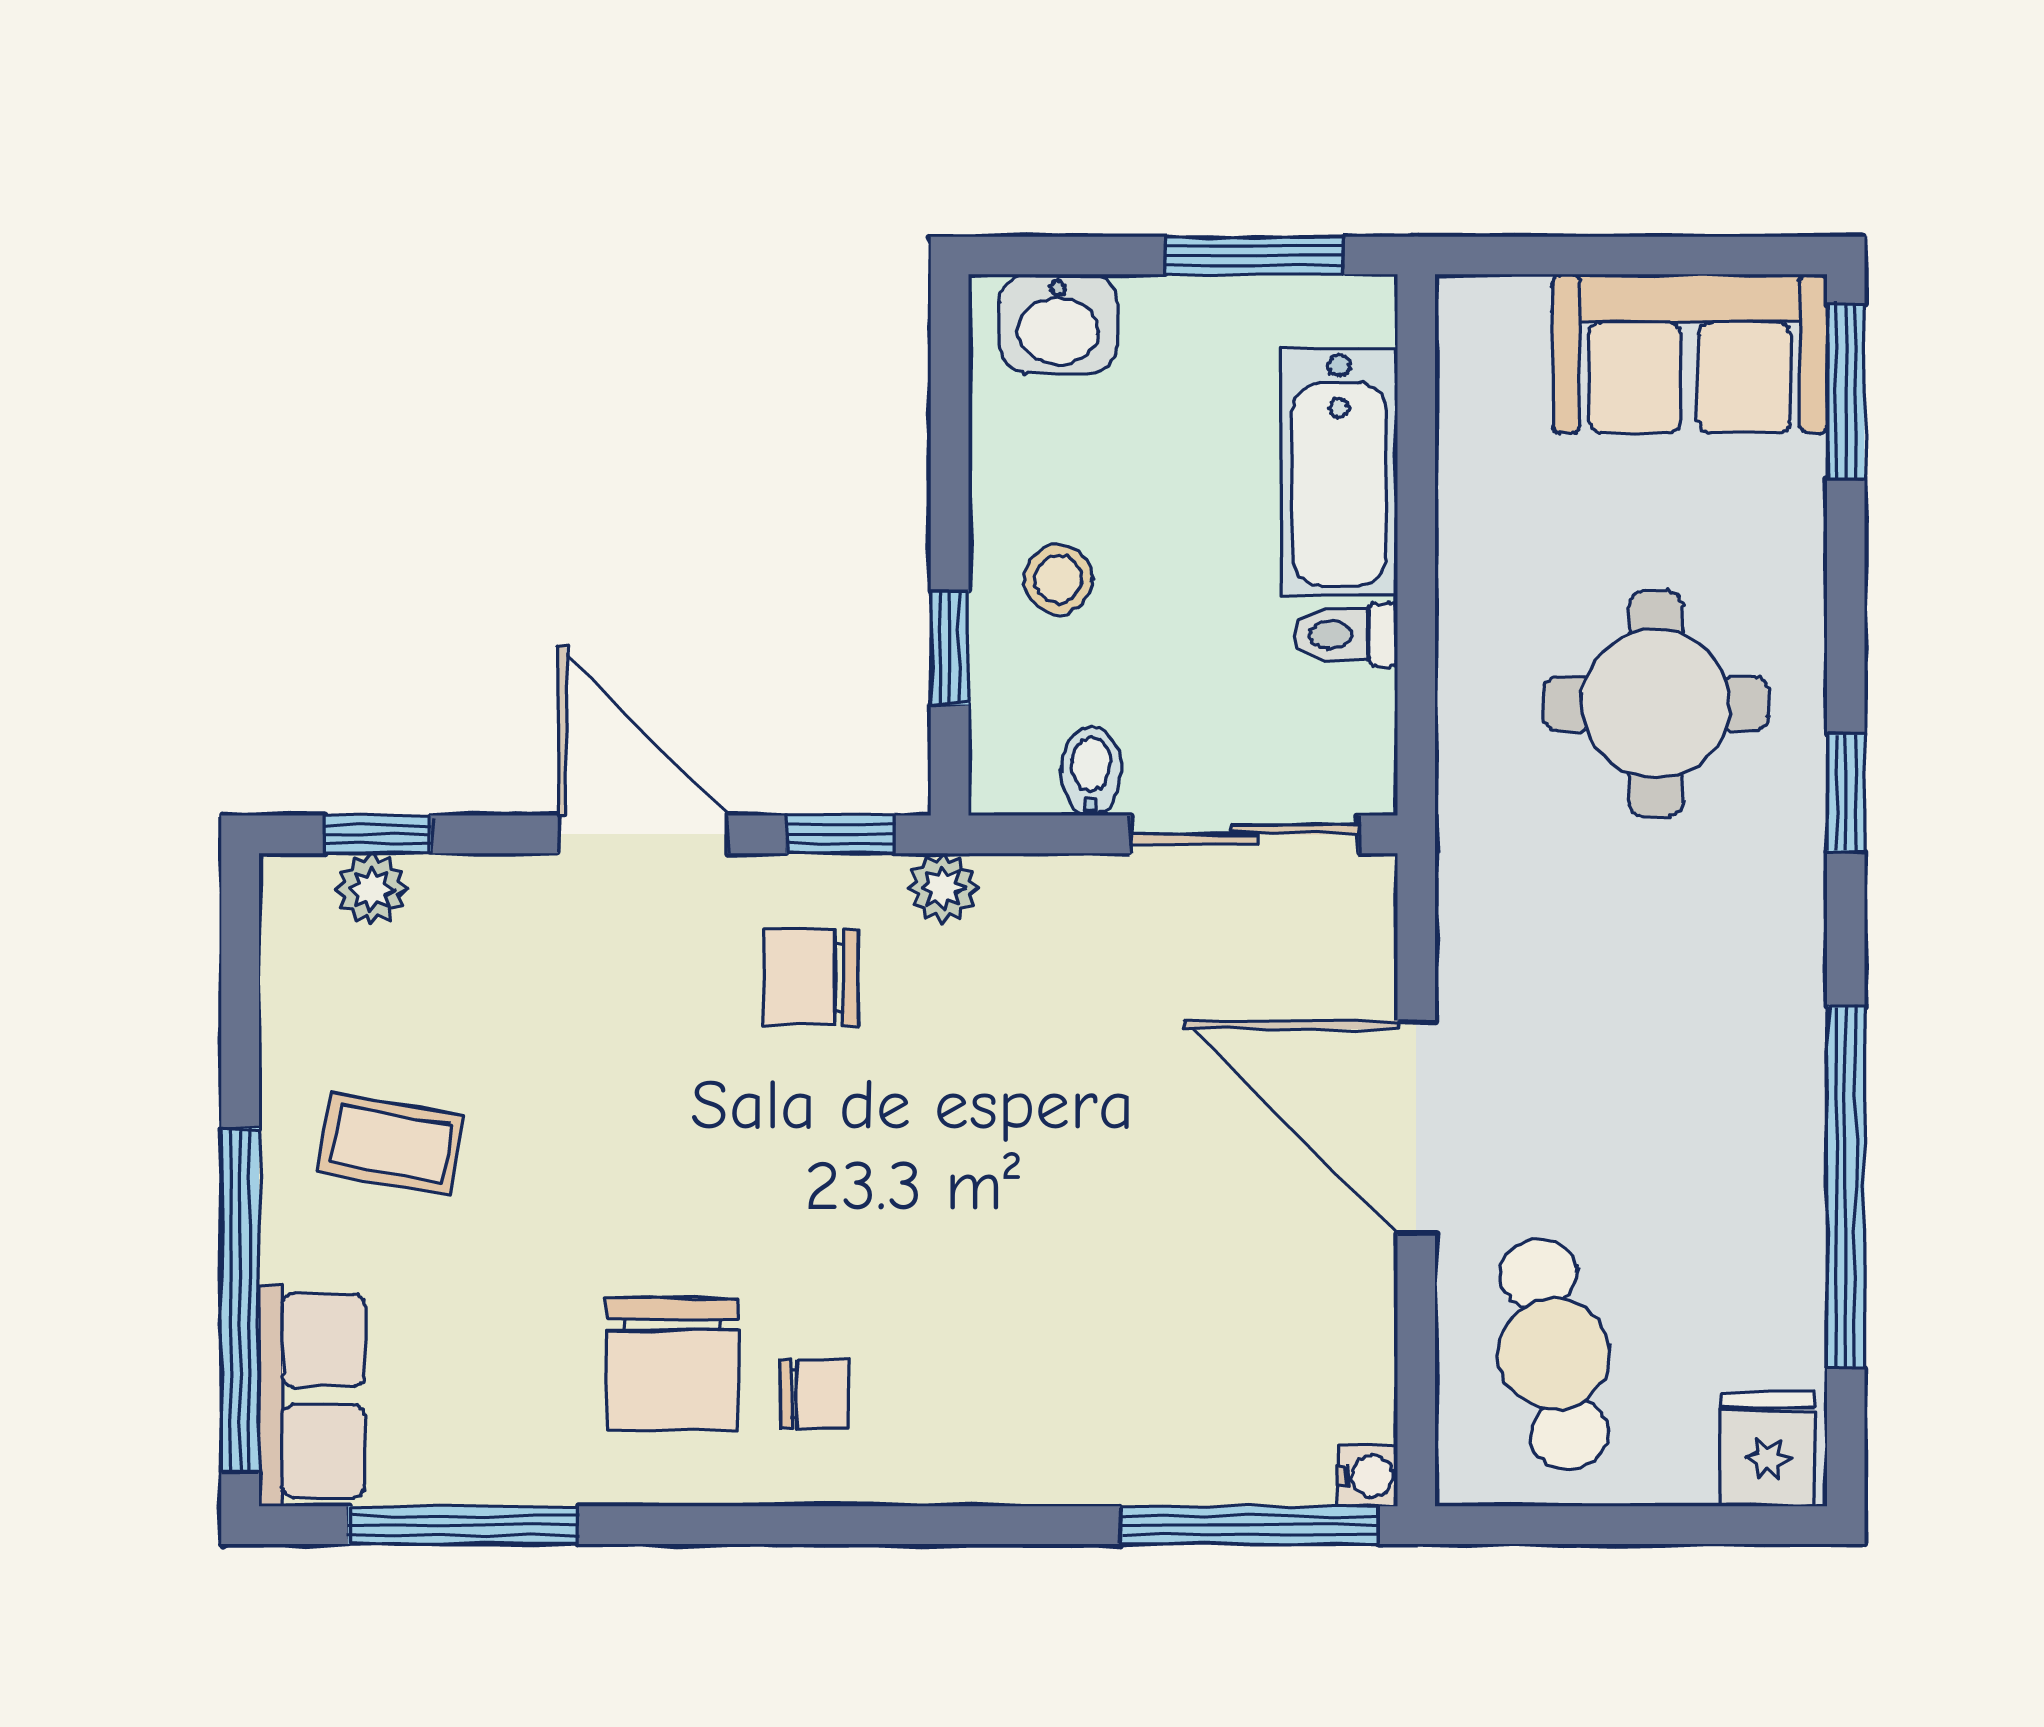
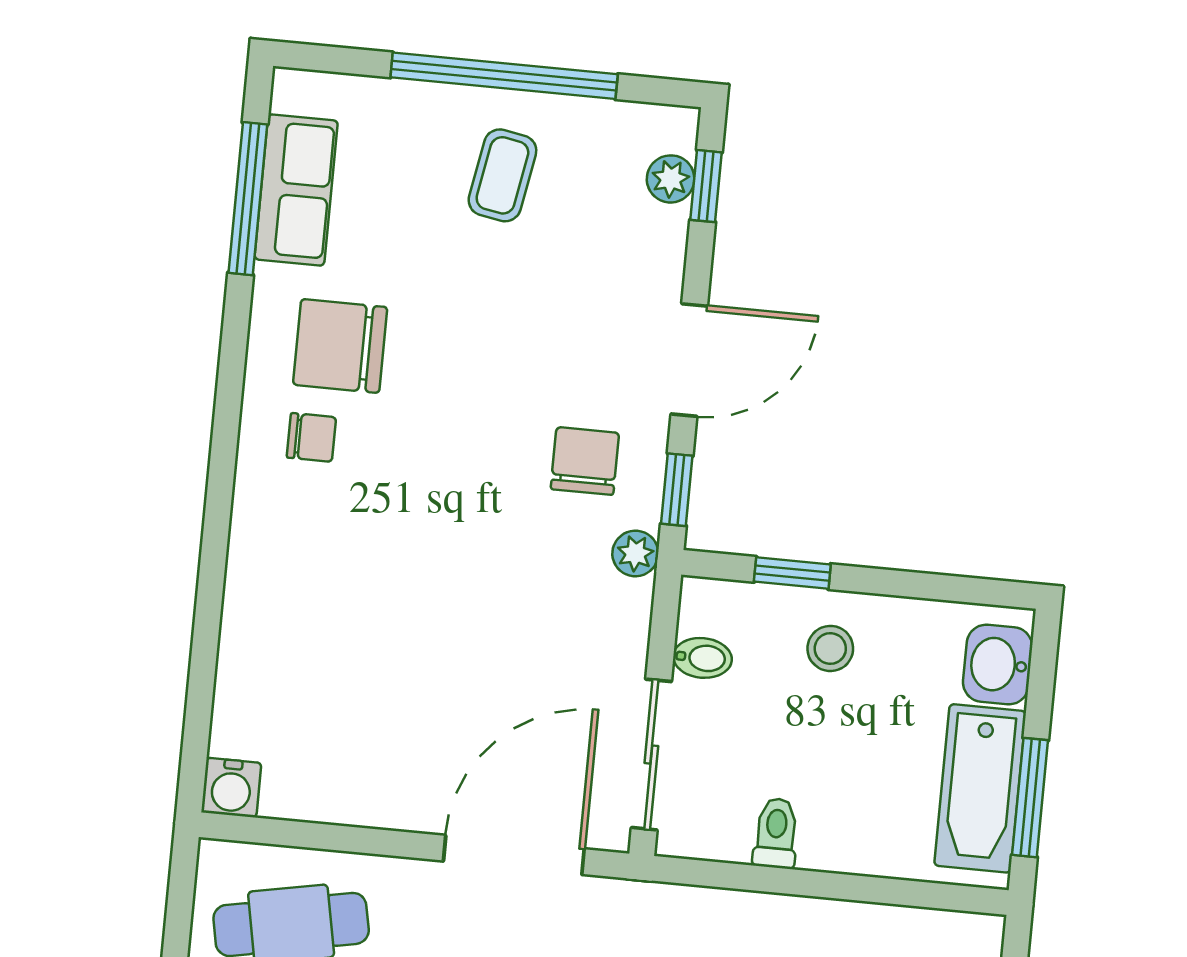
bathtub: (1339, 471) -> (980, 788), moved, turned -90
door: (1416, 1127) -> (514, 855), moved
window: (240, 1300) -> (504, 76), moved
chair: (815, 1394) -> (311, 437), turned -90
row of seats: (312, 1396) -> (296, 190), moved, turned -90
water cooler: (1367, 1476) -> (231, 788), width x1.38, depth x1.38
window: (1249, 1525) -> (198, 714), removed

